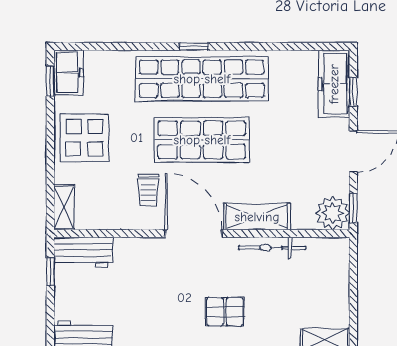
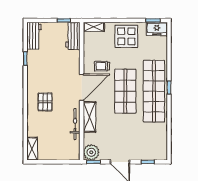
freezer: (334, 84) -> (152, 153), removed

